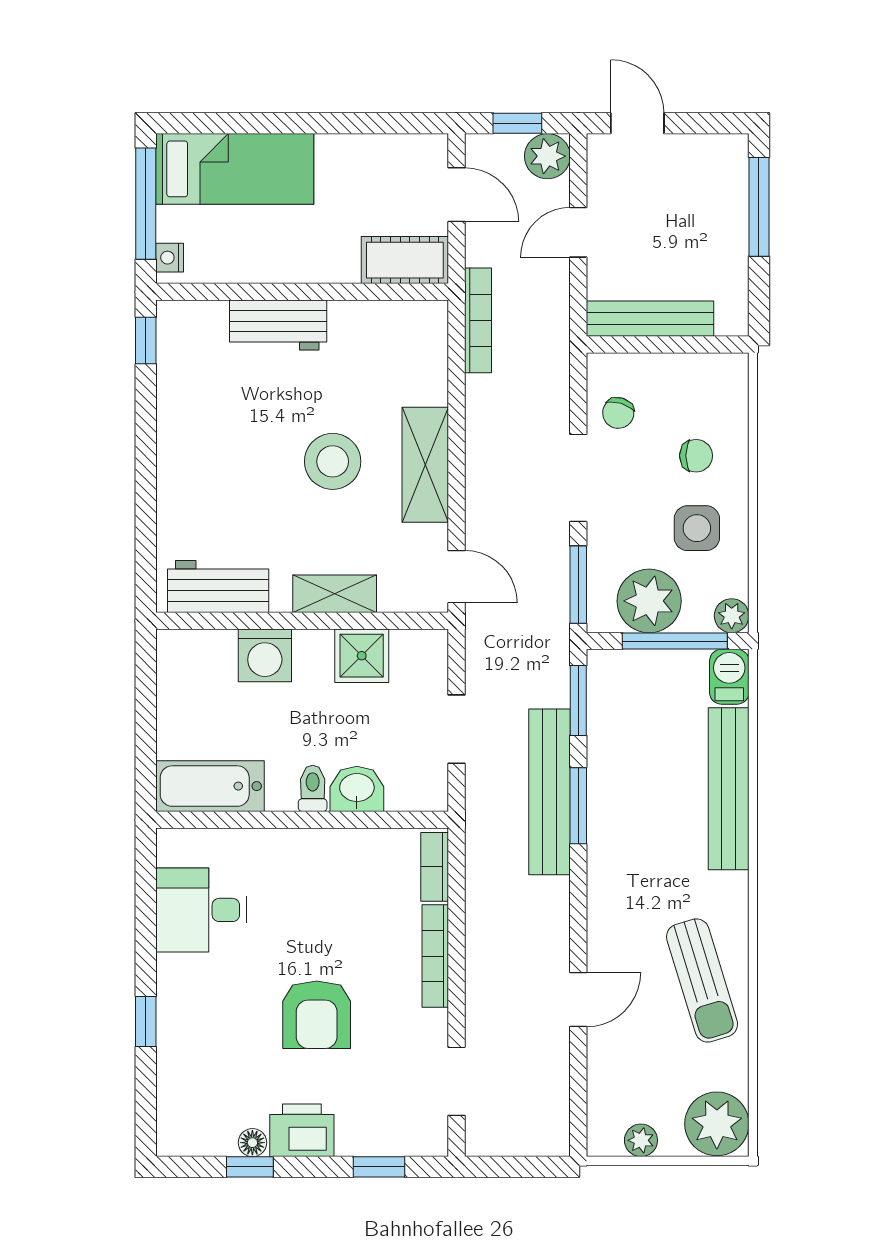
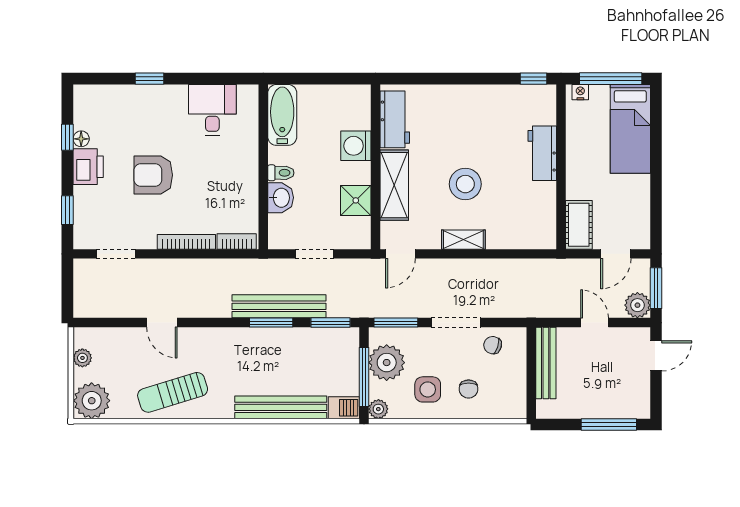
window: (517, 123) -> (656, 288), width x1.50
bookcase: (478, 320) -> (545, 266), removed
shelving: (425, 465) -> (463, 240), width x0.67, depth x0.75
shelving: (335, 594) -> (394, 185), width x1.50, depth x1.33

